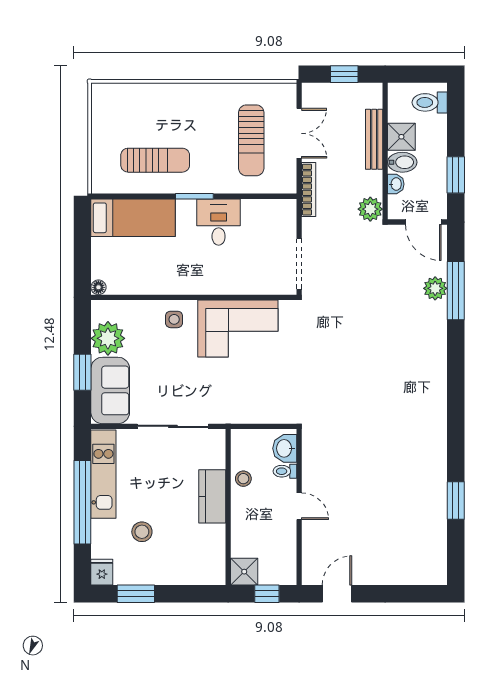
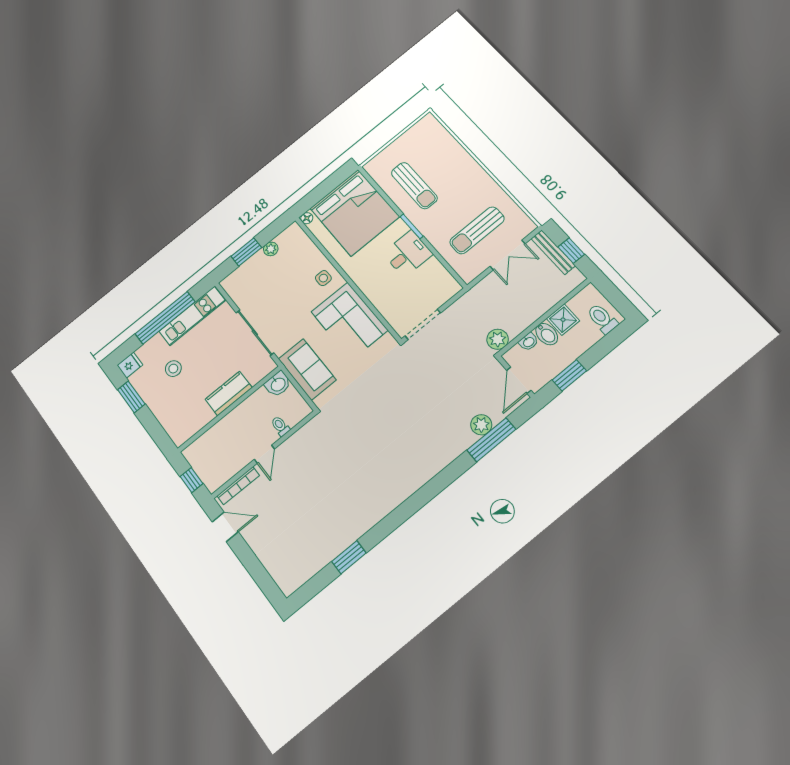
bench: (374, 139) -> (553, 252), moved, turned 90
bookcase: (309, 190) -> (238, 486), moved
bed: (133, 218) -> (355, 212), width x2.04
plant: (108, 338) -> (271, 249), width x0.53, depth x0.53
sofa: (110, 390) -> (307, 369), moved, turned -90
washbasin: (285, 448) -> (278, 384), moved, turned 180
stool: (243, 479) -> (255, 404), removed
shower: (244, 572) -> (195, 453), removed

